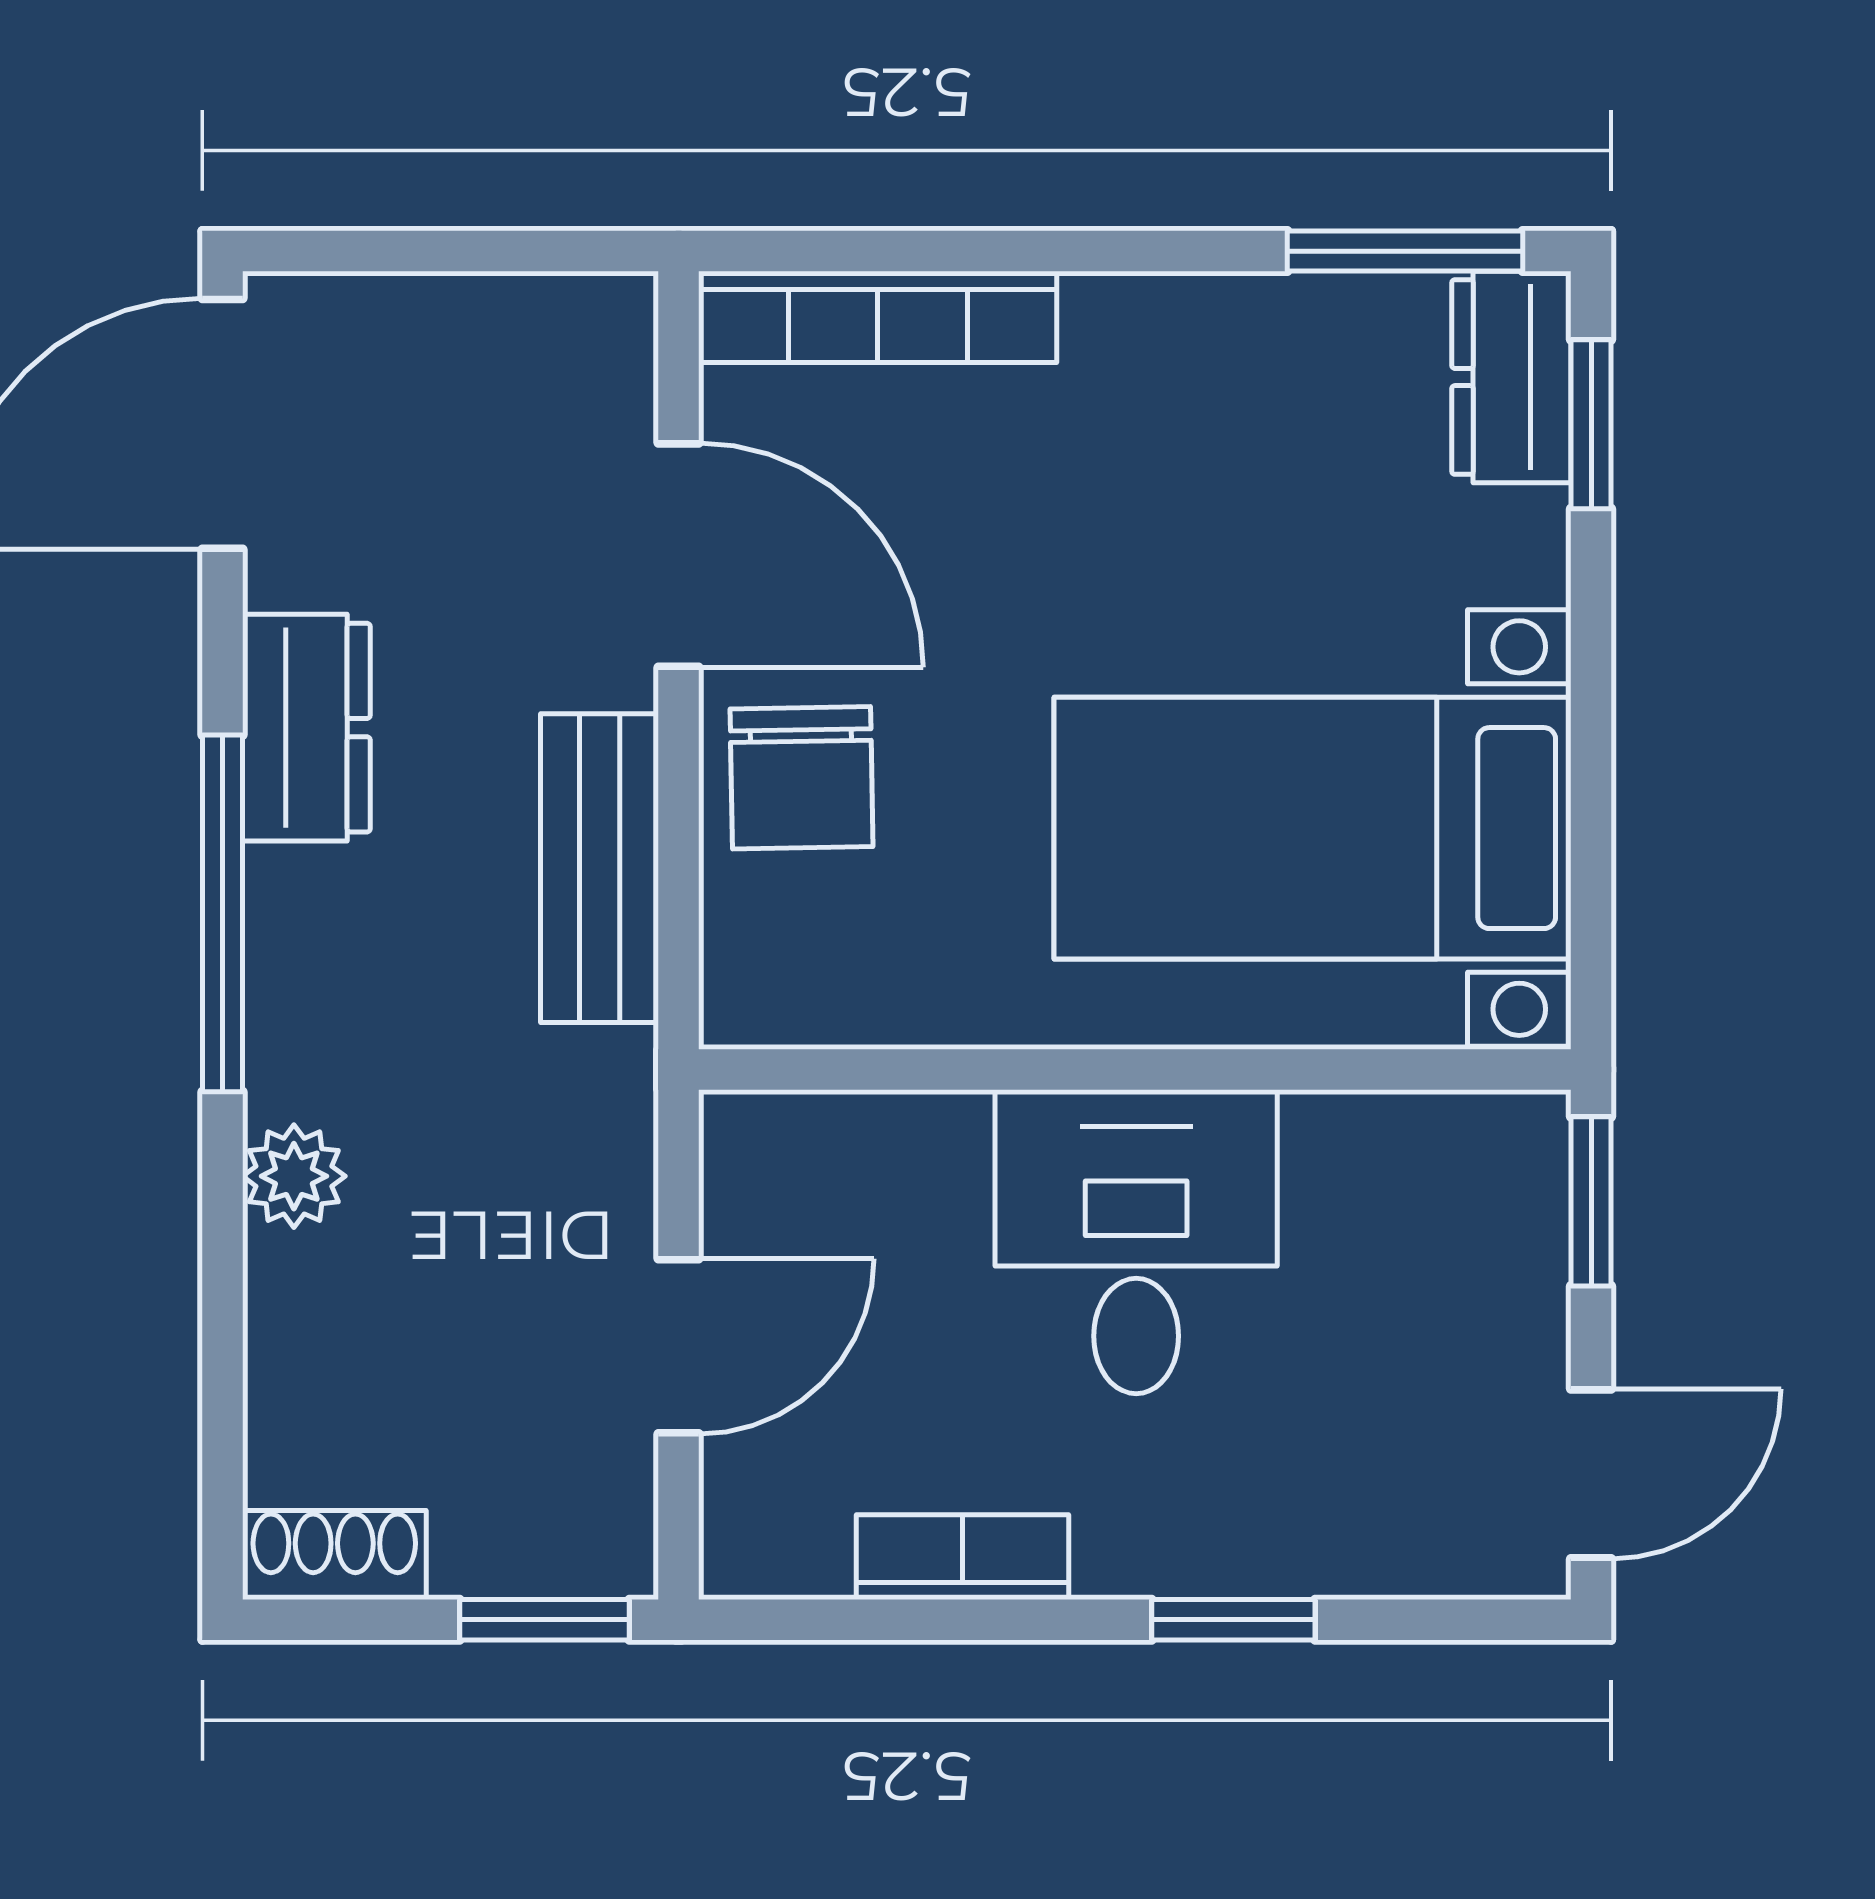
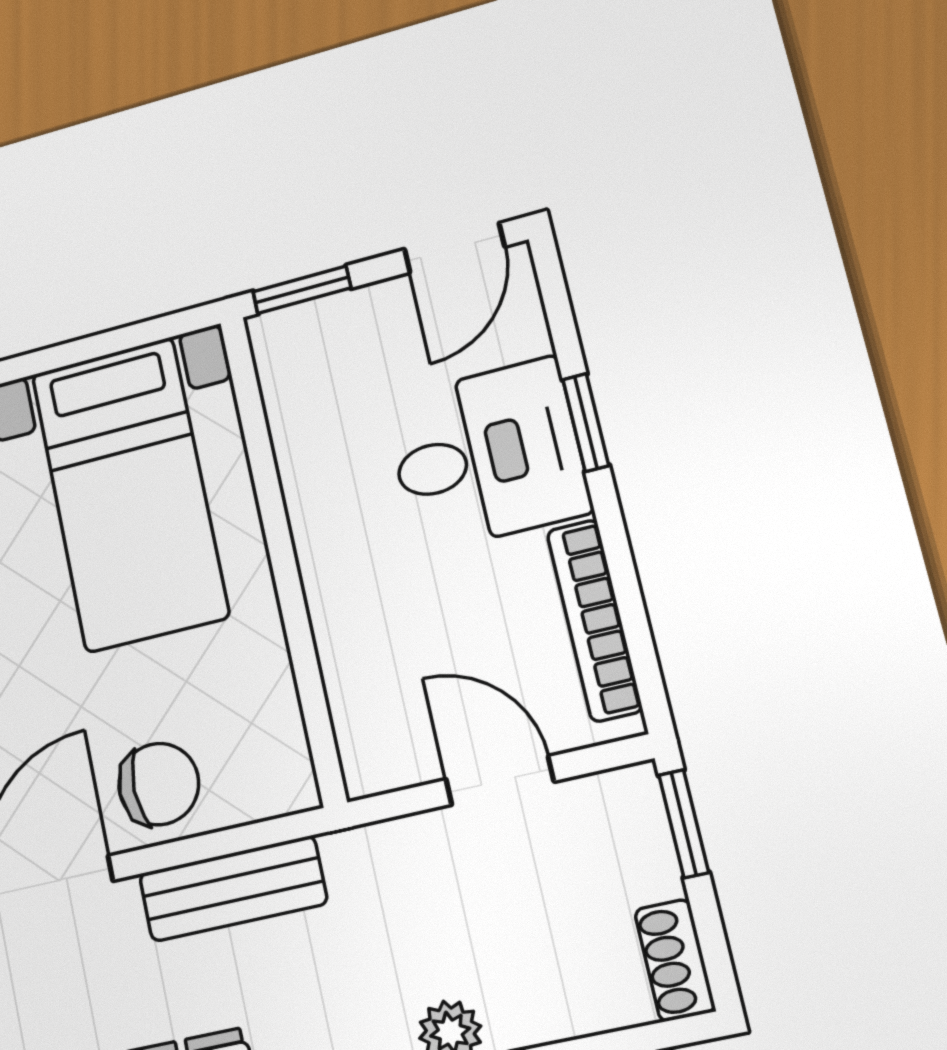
desk: (1136, 1242) -> (487, 455), moved, turned 180
door: (1591, 1474) -> (454, 248), swing flipped
bookcase: (963, 1557) -> (594, 620), width x1.56

